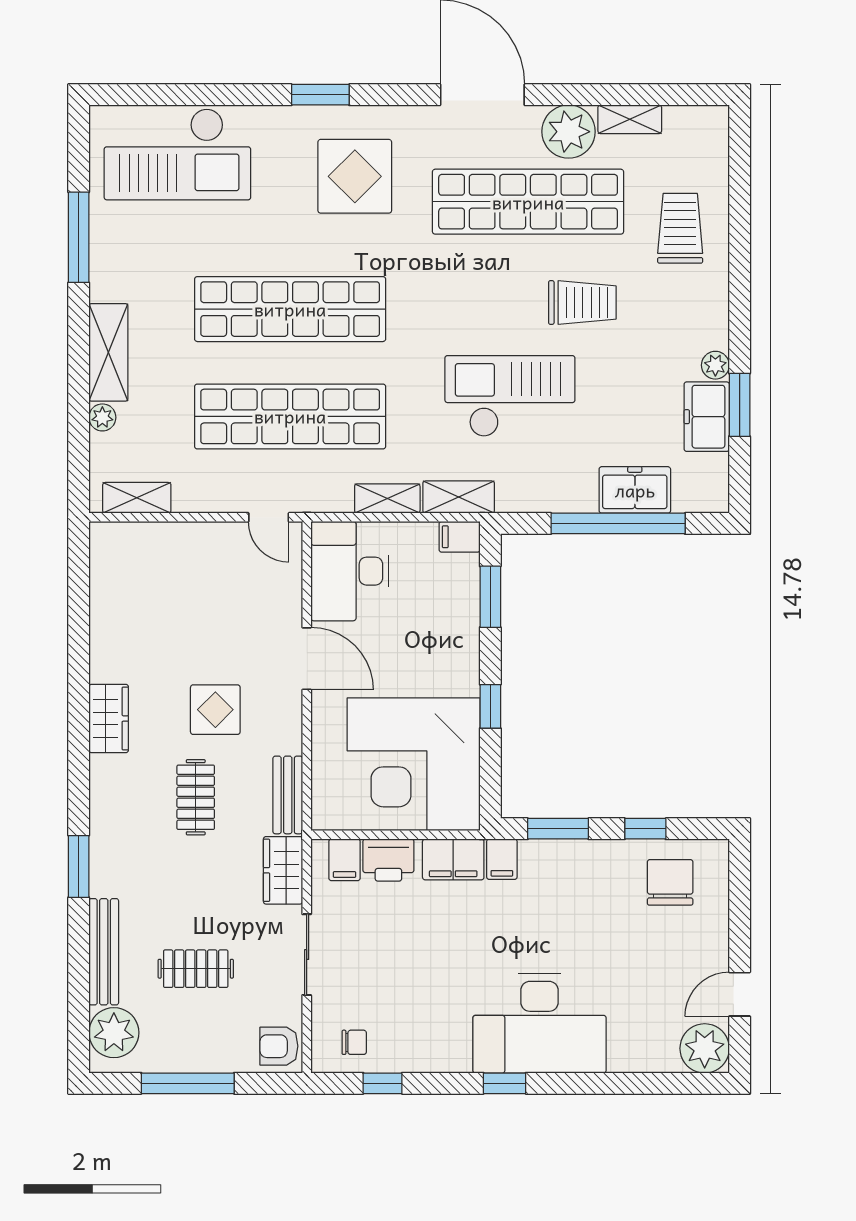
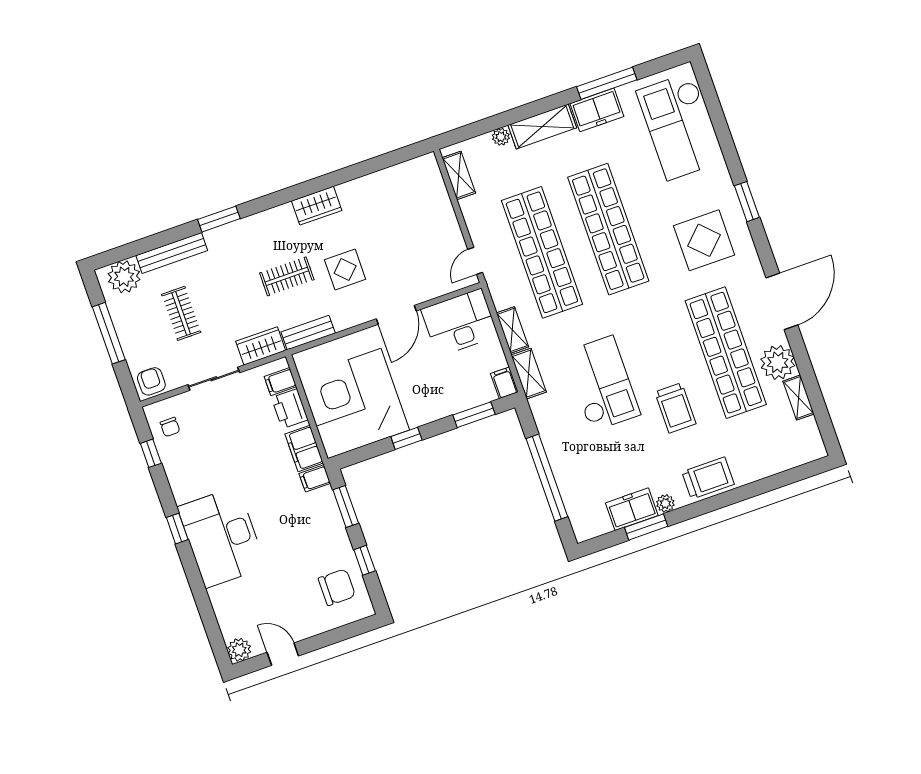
trolley: (680, 228) -> (708, 478), moved
freezer: (635, 490) -> (597, 110), moved, turned 90
plant: (705, 1048) -> (239, 650), width x0.73, depth x0.73

